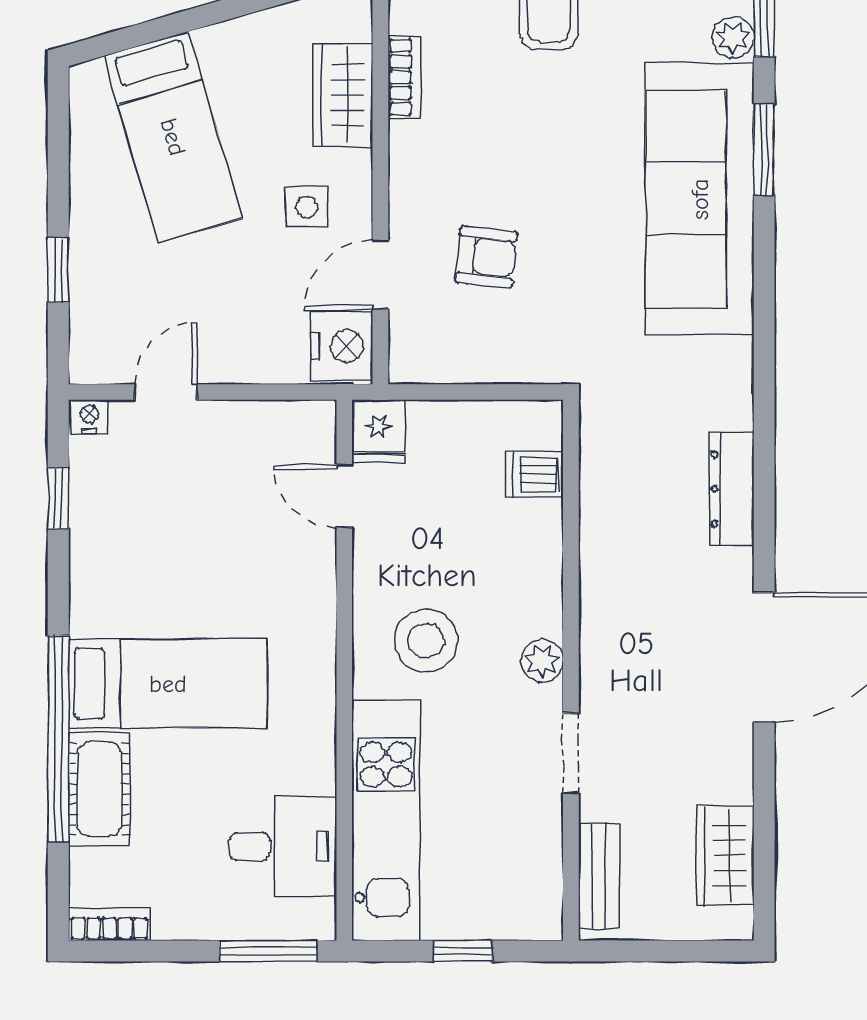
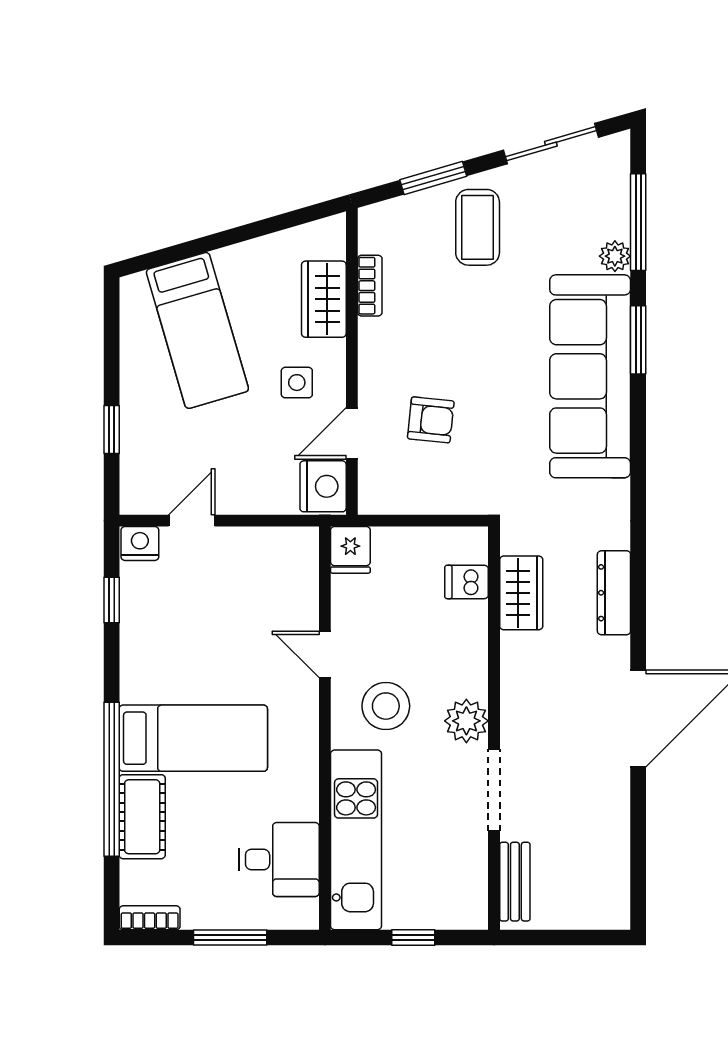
nightstand: (89, 417) -> (140, 543), width x1.39, depth x1.35
door: (344, 496) -> (325, 654), moved
plant: (542, 661) -> (466, 721), width x1.38, depth x1.38
doorway: (571, 753) -> (494, 790), width x1.38
wardrobe: (725, 856) -> (521, 593), moved, turned 180
window: (268, 951) -> (230, 938), moved

